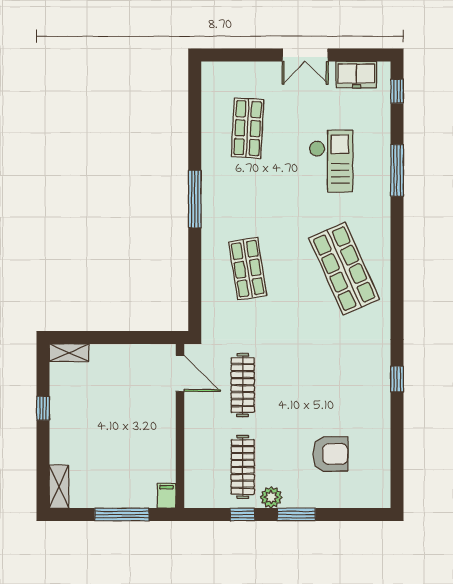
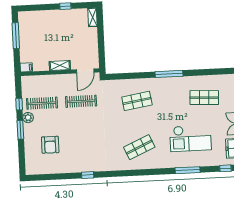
checkout: (331, 161) -> (190, 138), width x1.36, depth x1.21
shop shelf: (344, 269) -> (139, 147), width x0.70, depth x0.74
shelving: (59, 487) -> (60, 66), moved
window: (122, 514) -> (16, 36), moved

